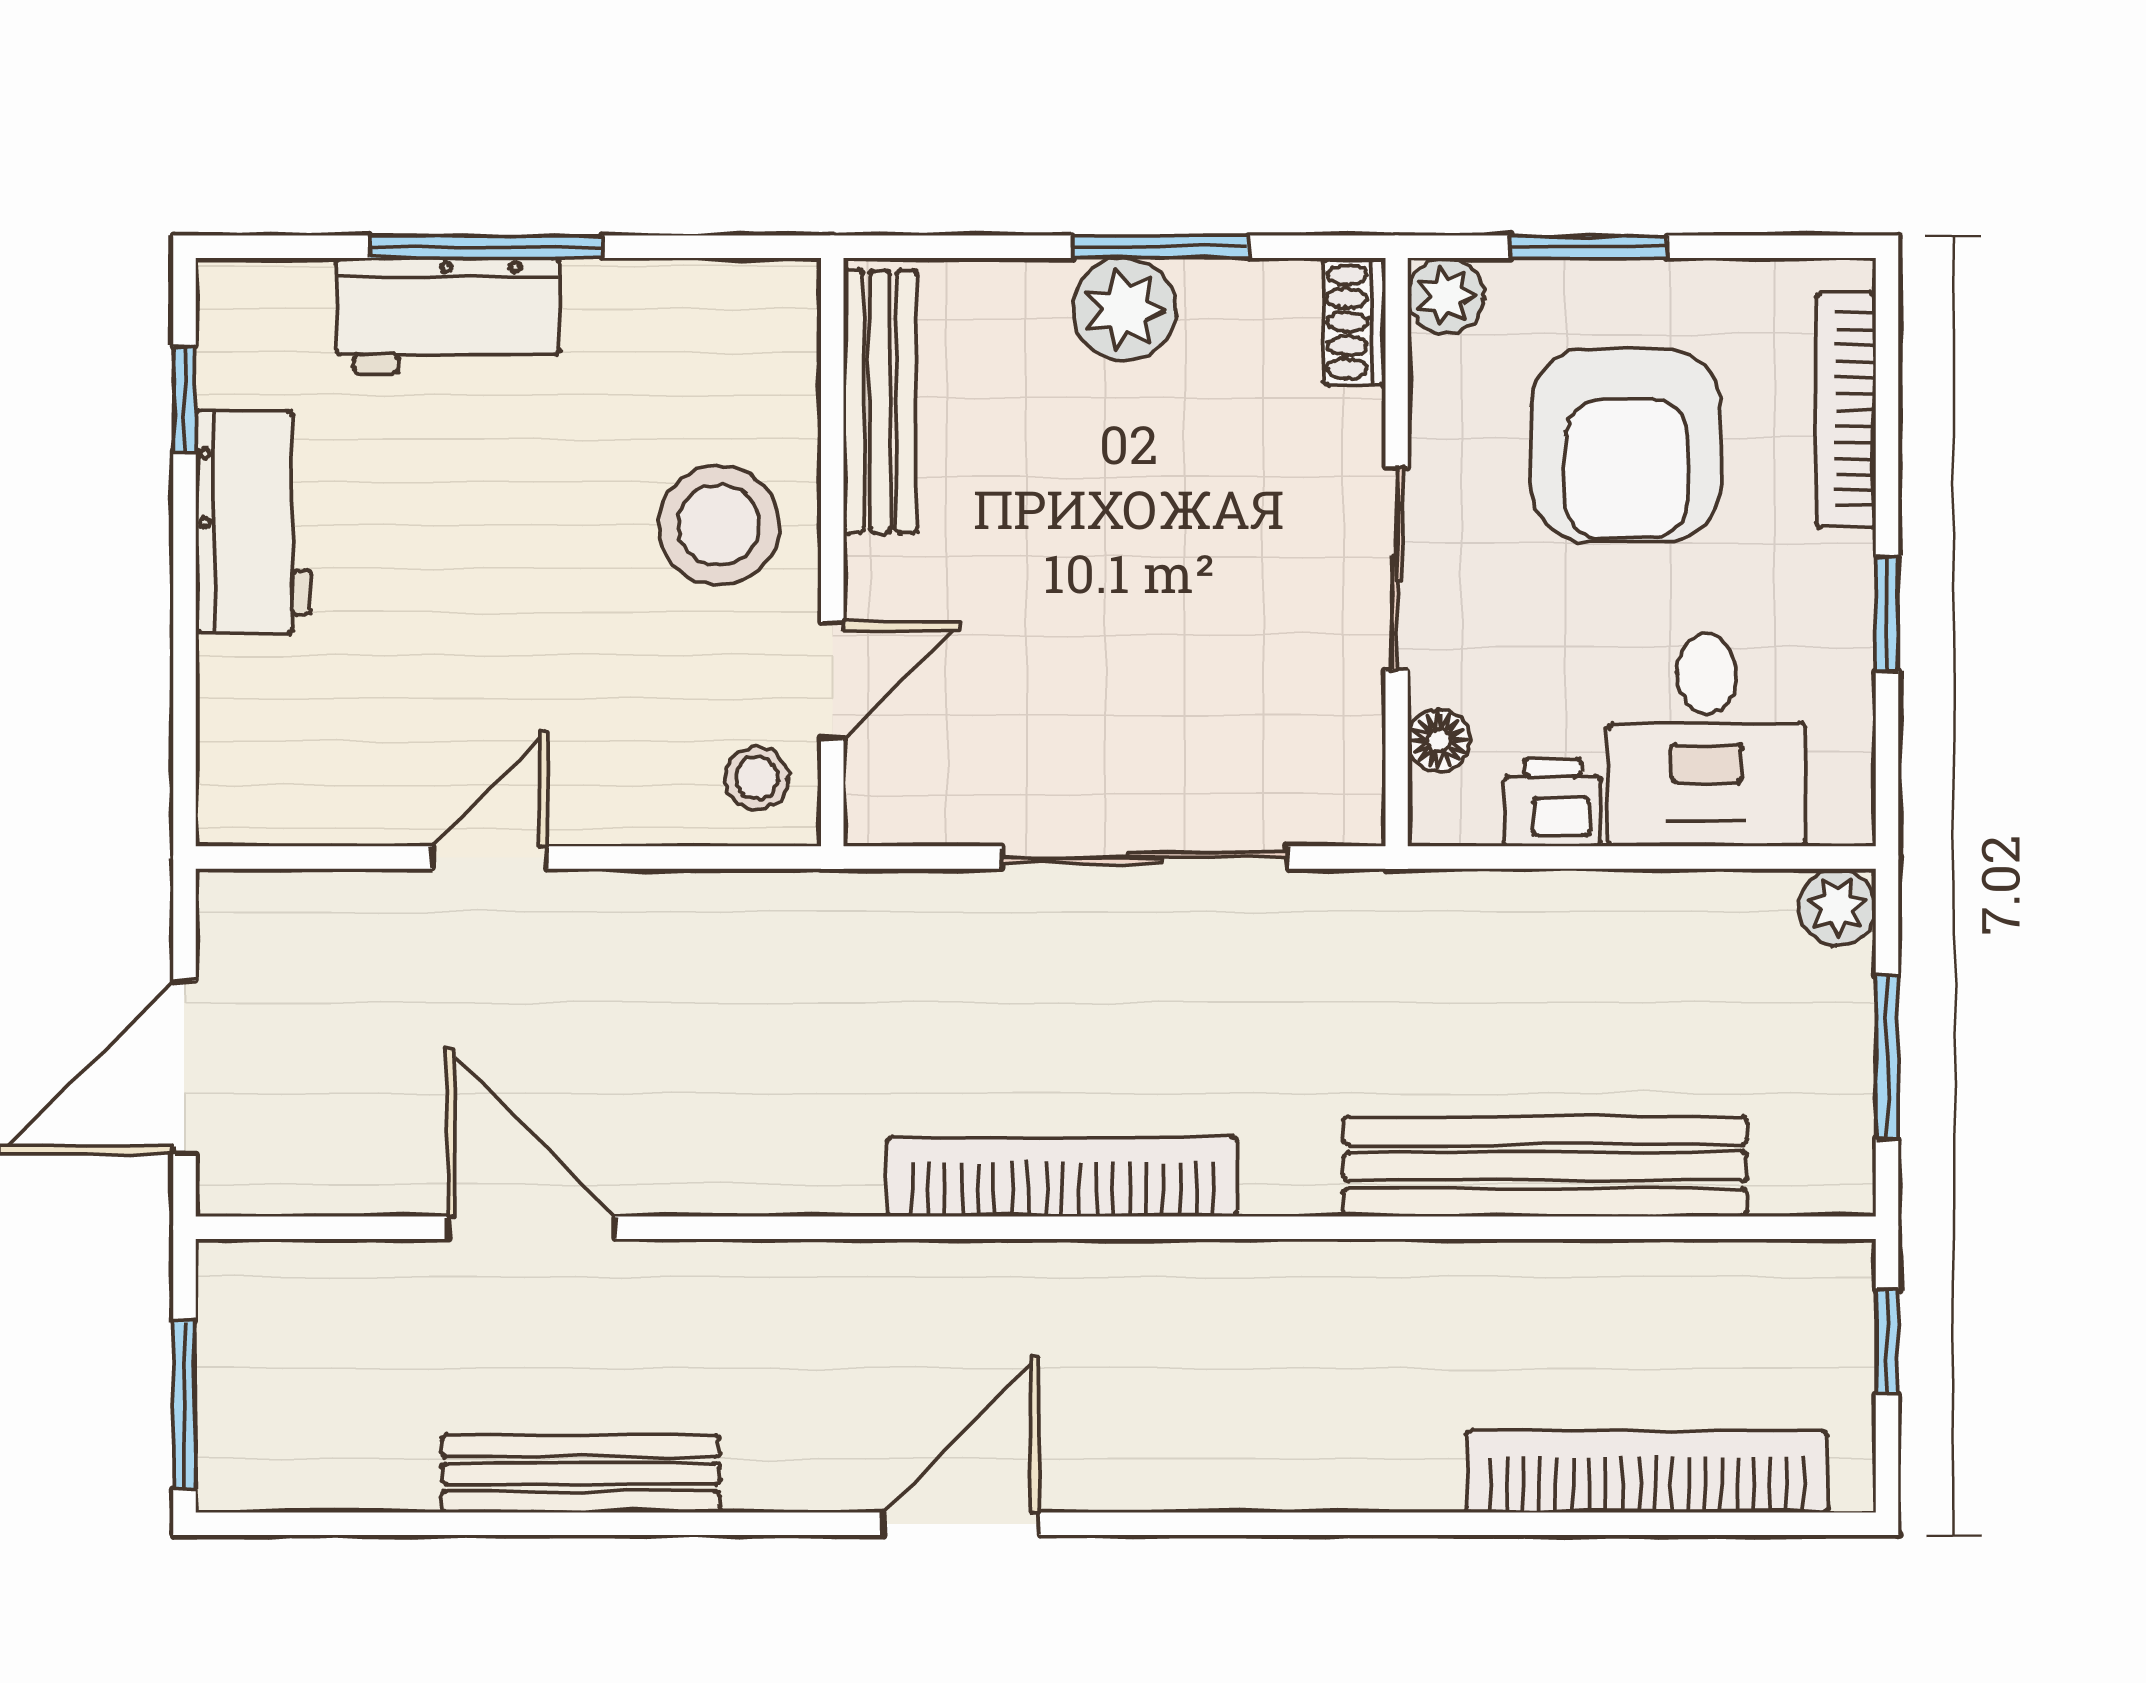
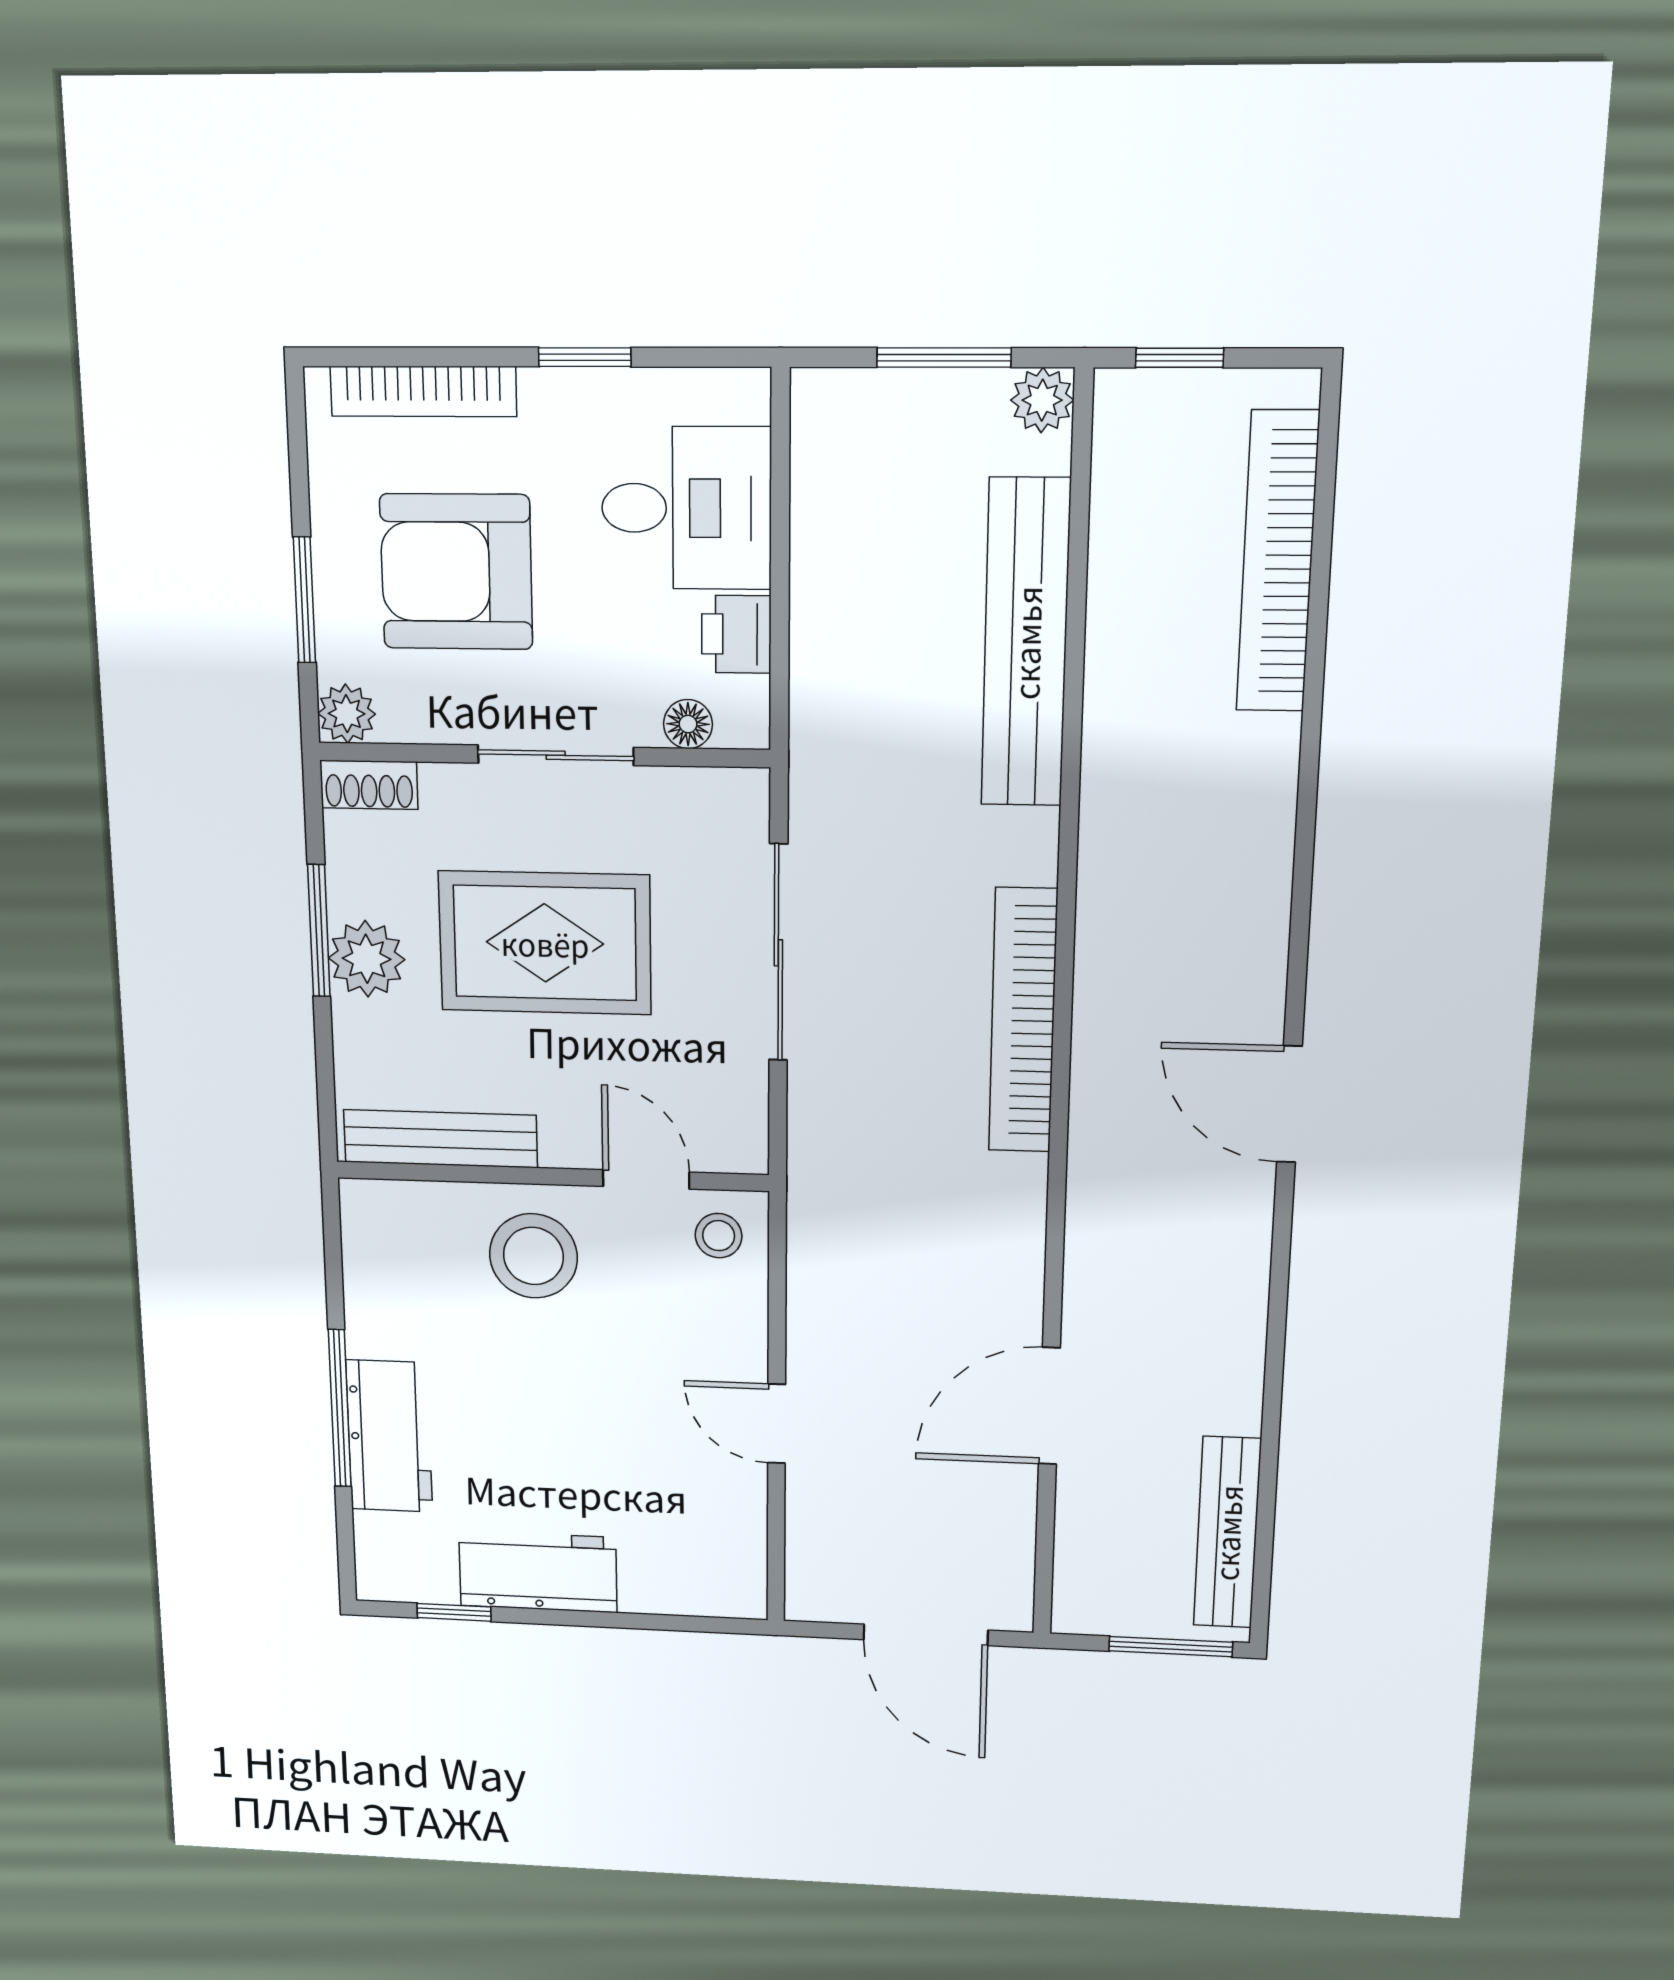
armchair: (1626, 445) -> (456, 572), turned 180
rug: (1151, 550) -> (545, 943), added
plant: (1838, 907) -> (1042, 400), moved
bench: (581, 1474) -> (1227, 1533), moved

